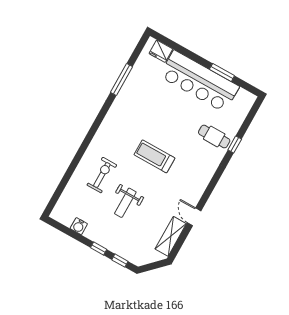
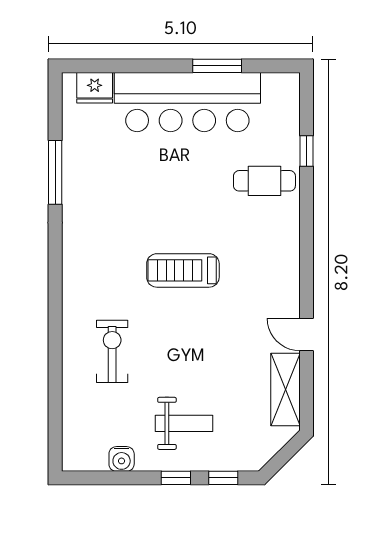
window: (235, 145) -> (306, 151), moved
weight bench: (125, 203) -> (184, 423), moved, turned -90

